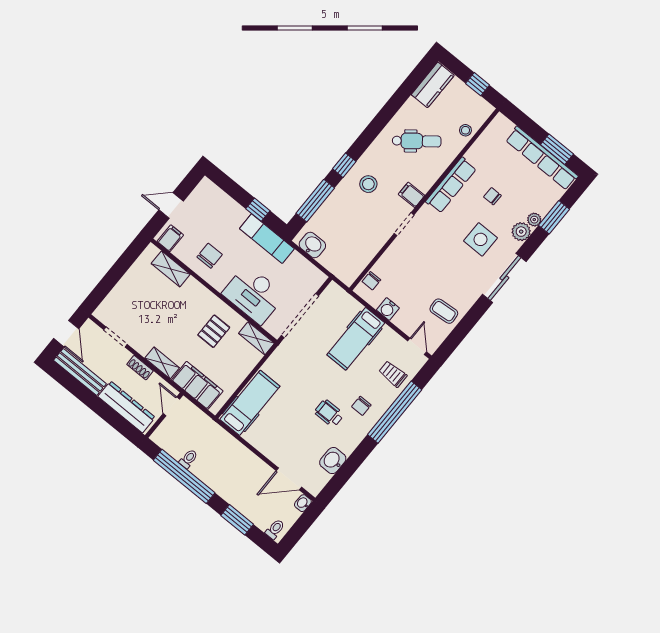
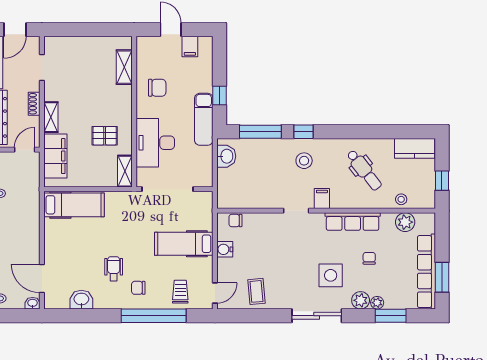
plant: (487, 142) -> (405, 222), added
filing cabinet: (170, 238) -> (190, 47), moved, turned 90

